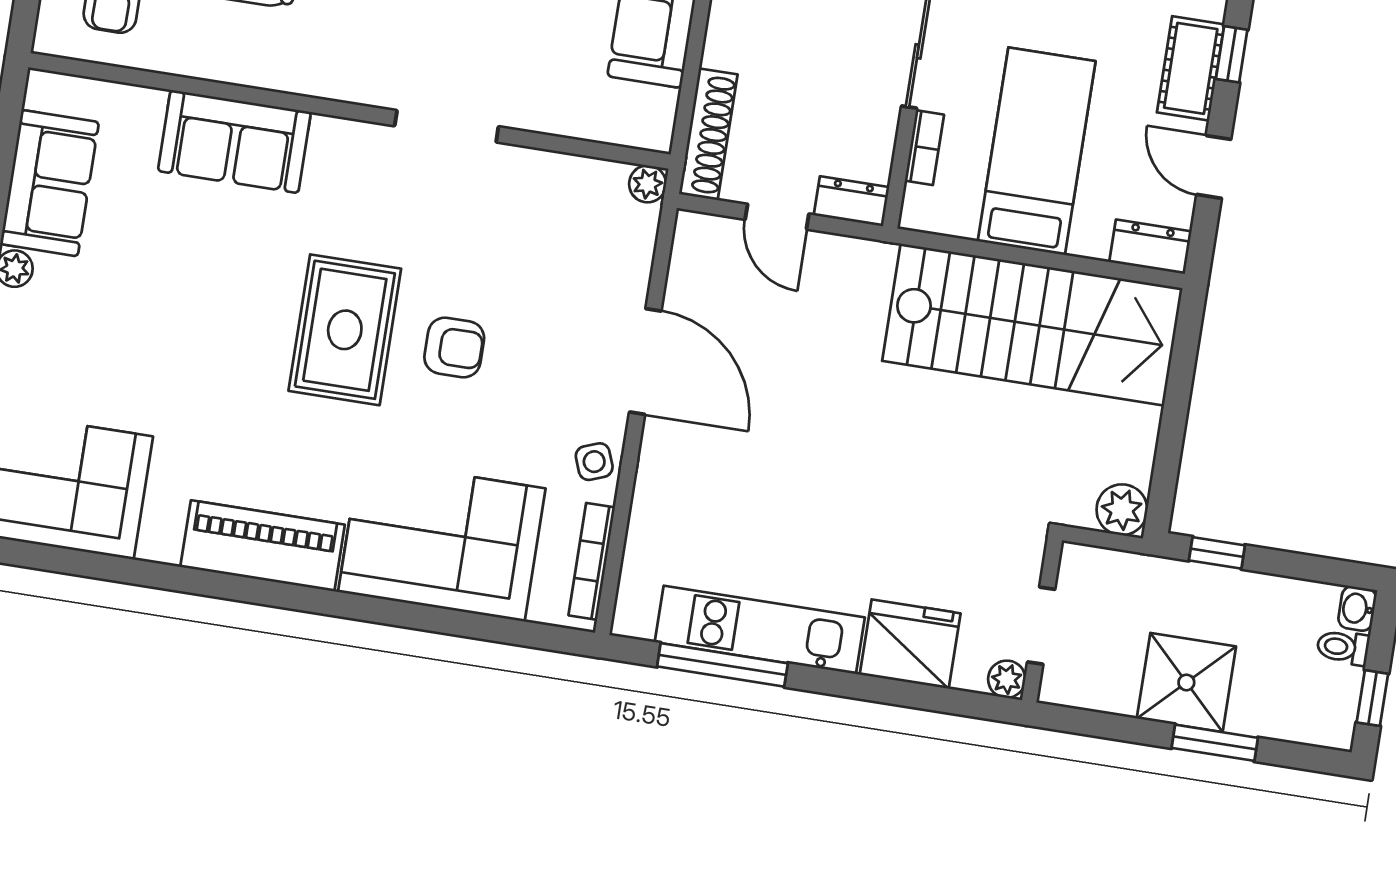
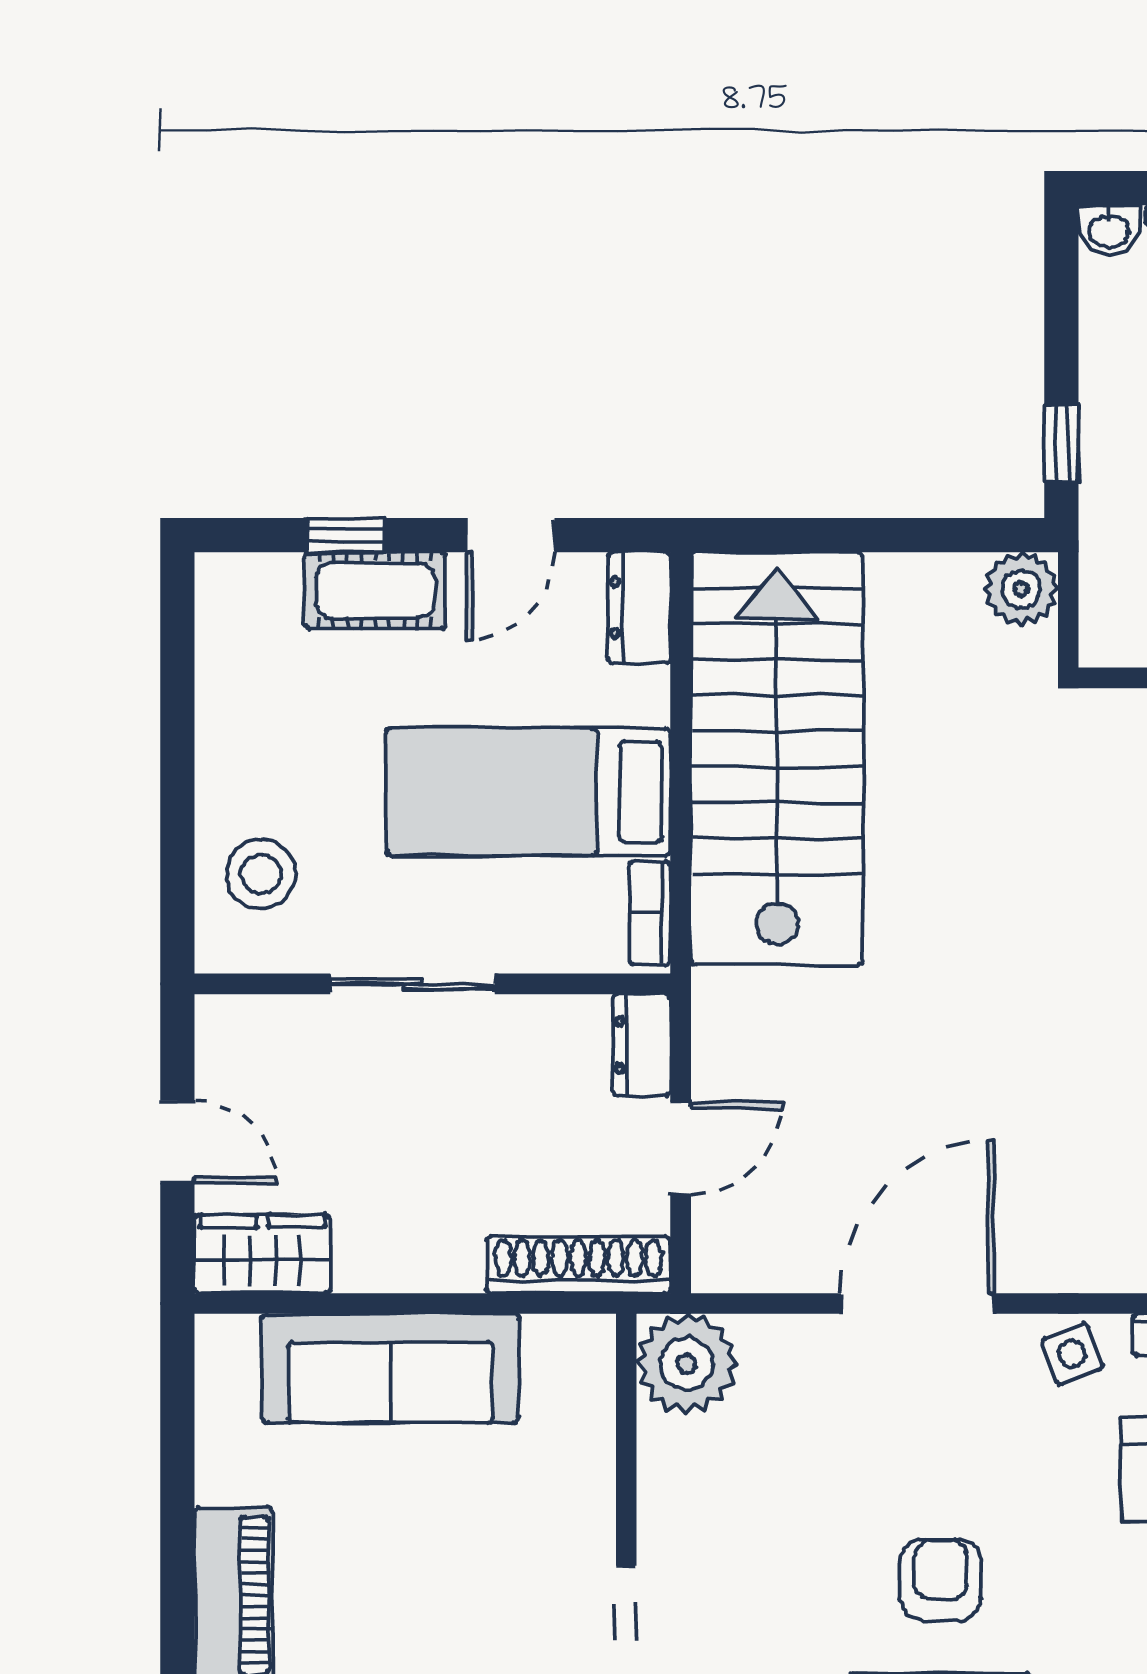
bookcase: (924, 148) -> (650, 913), moved, turned -90
plant: (648, 184) -> (686, 1364), width x1.88, depth x1.88

